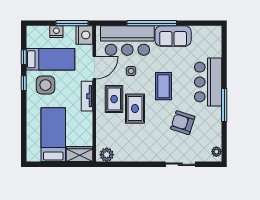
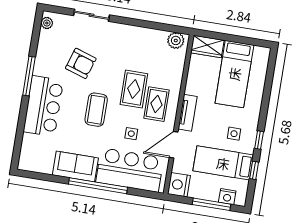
window: (72, 23) -> (211, 204), moved
nightstand: (56, 32) -> (227, 197), moved
side table: (45, 85) -> (234, 134), width x0.54, depth x0.54

